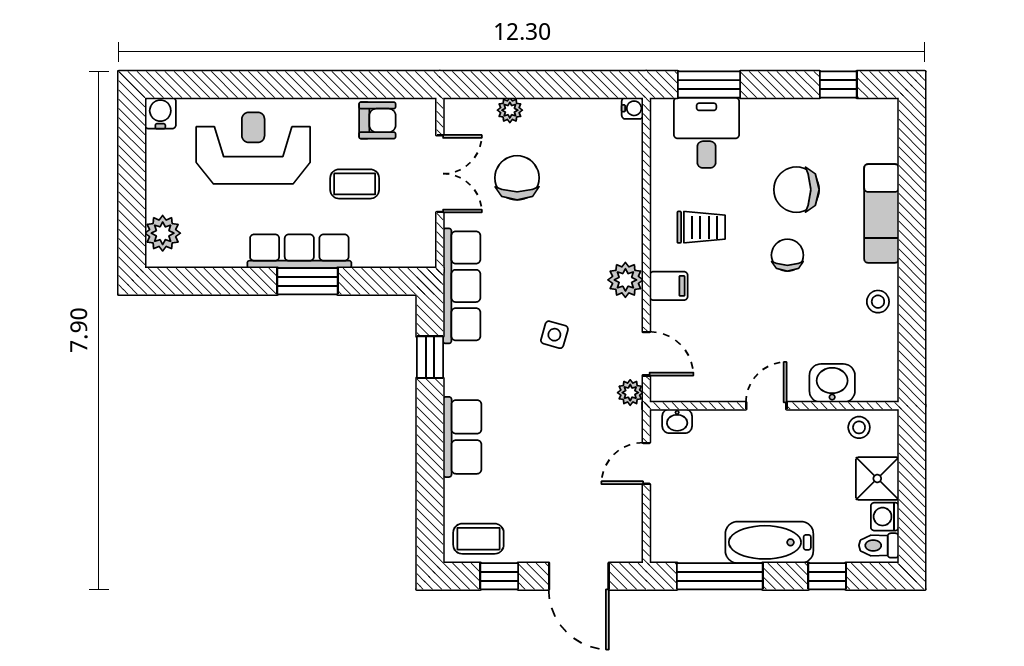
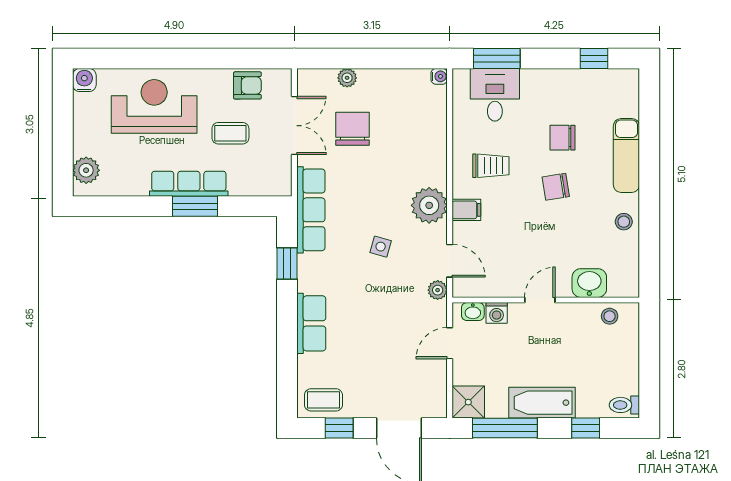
chair: (796, 190) -> (562, 138), width x0.73, depth x0.73
chair: (787, 255) -> (556, 187), turned -99
plant: (625, 280) -> (429, 205), width x1.36, depth x1.36
shower: (877, 479) -> (468, 402), moved
washing machine: (885, 517) -> (497, 313), moved, turned -90

